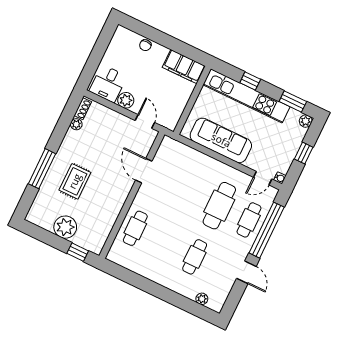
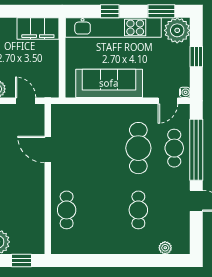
plant: (306, 121) -> (177, 30), width x1.88, depth x1.88

